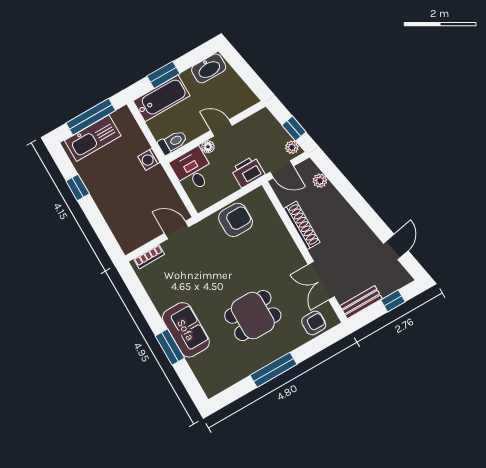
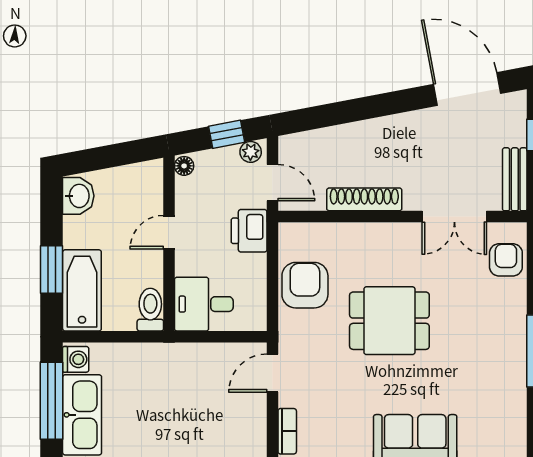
washbasin: (209, 68) -> (78, 196), width x0.72
floor lamp: (208, 147) -> (184, 166), moved
washing machine: (149, 159) -> (76, 359), moved, turned -90
door: (282, 169) -> (272, 183), hinge flipped
plant: (320, 181) -> (318, 140), removed
door: (396, 247) -> (467, 89), width x1.88
dining table: (253, 316) -> (389, 321), moved, turned 90

